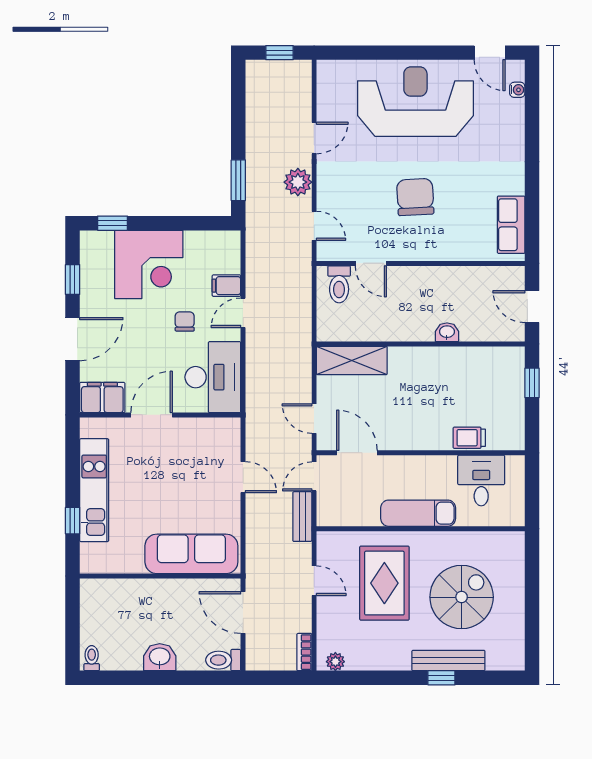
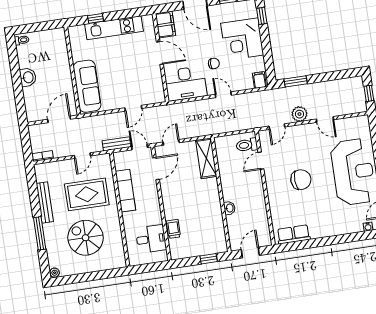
filing cabinet: (226, 286) -> (259, 80), moved
exam couch: (418, 513) -> (125, 191), moved
spiral stairs: (462, 597) -> (86, 238), turned 180
toilet: (223, 660) -> (31, 112), removed
bench: (448, 661) -> (45, 203), moved
plant: (335, 662) -> (55, 273), moved
window: (441, 678) -> (40, 233), width x2.17

